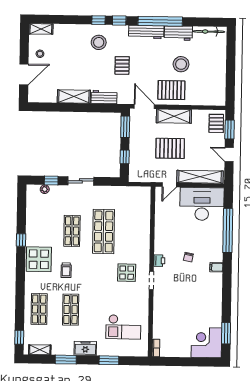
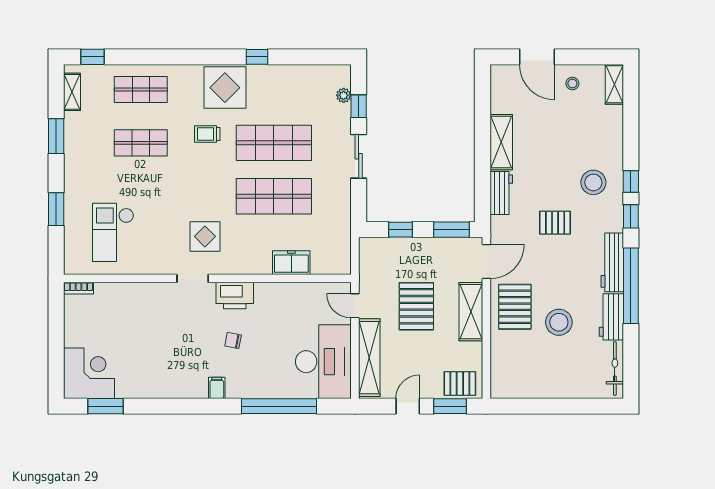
shop shelf: (72, 231) -> (274, 143), width x1.43, depth x1.36
printer: (159, 261) -> (235, 296), width x1.87, depth x1.48
freezer: (85, 348) -> (291, 263), moved, turned -90

